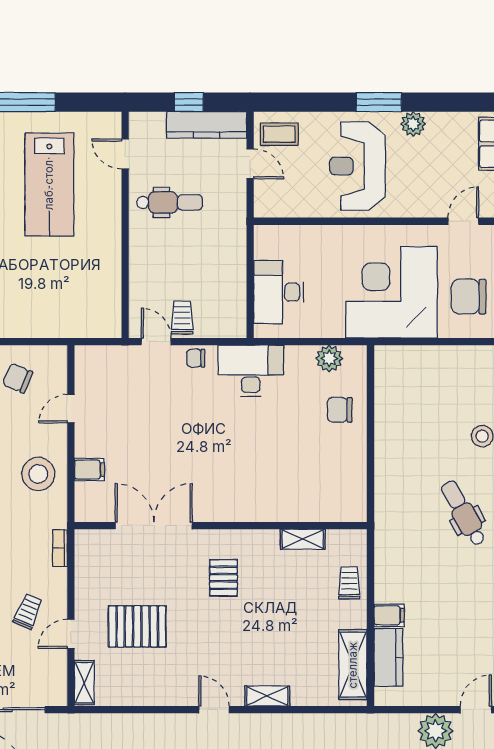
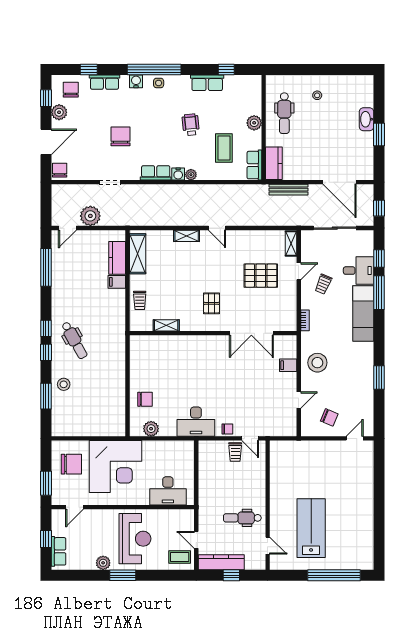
desk: (279, 292) -> (168, 491), moved, turned 90

